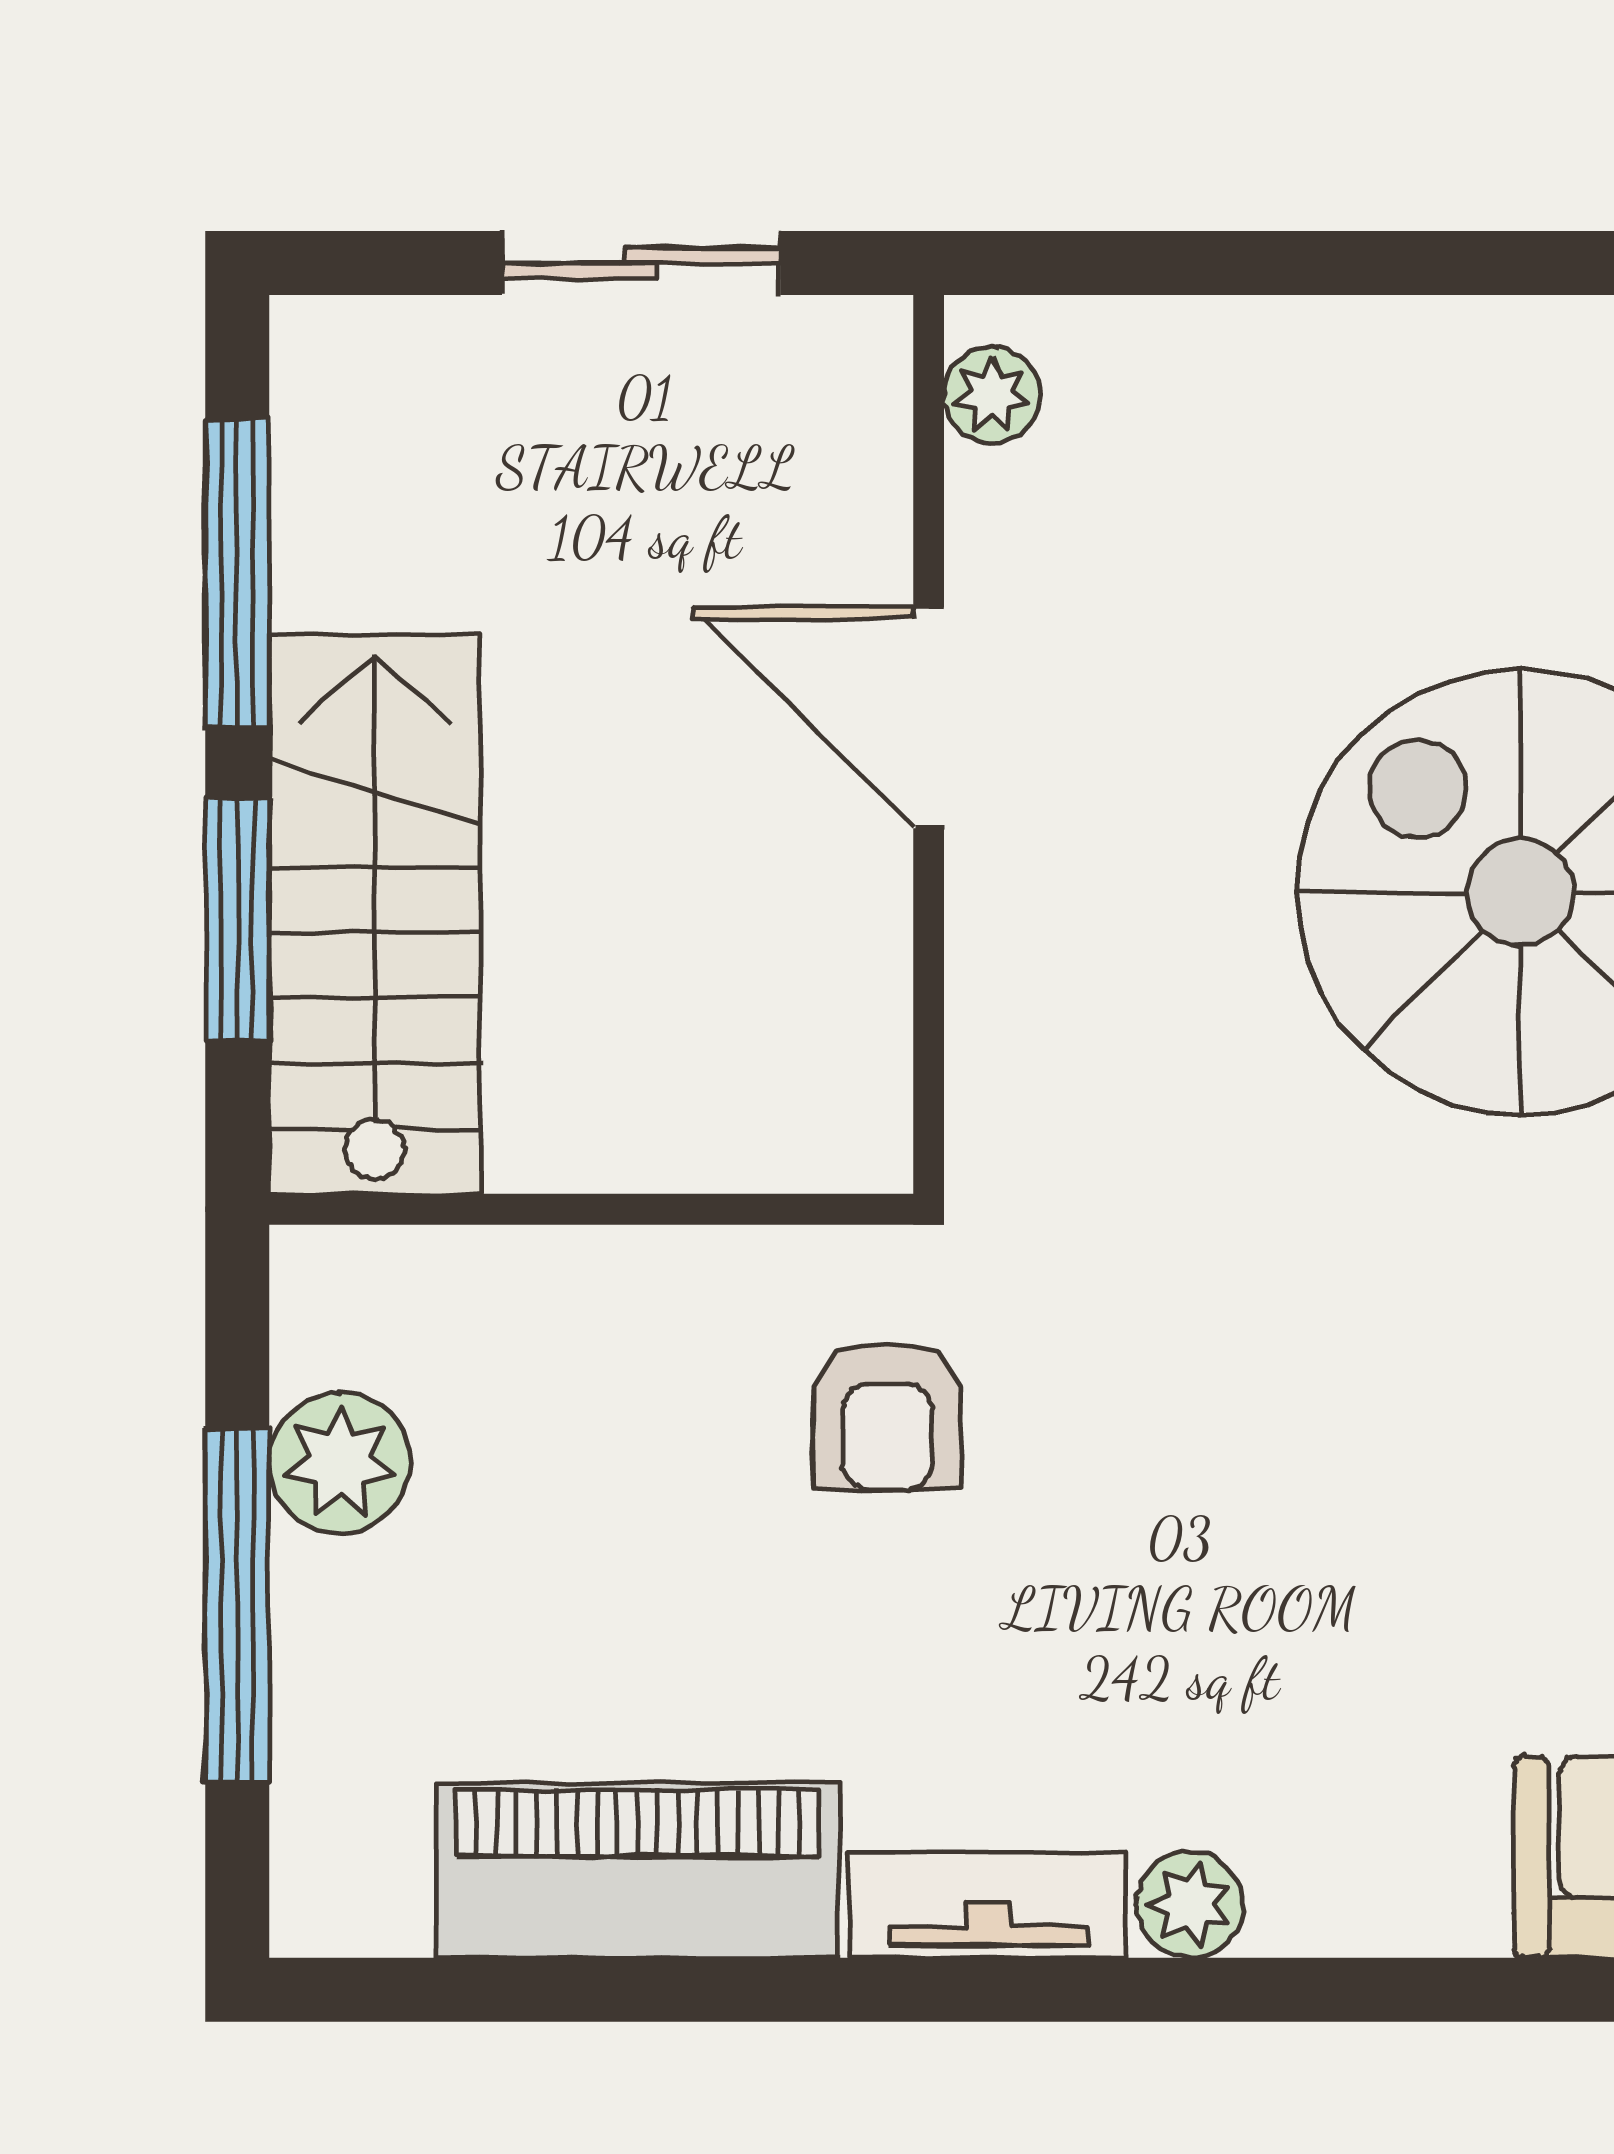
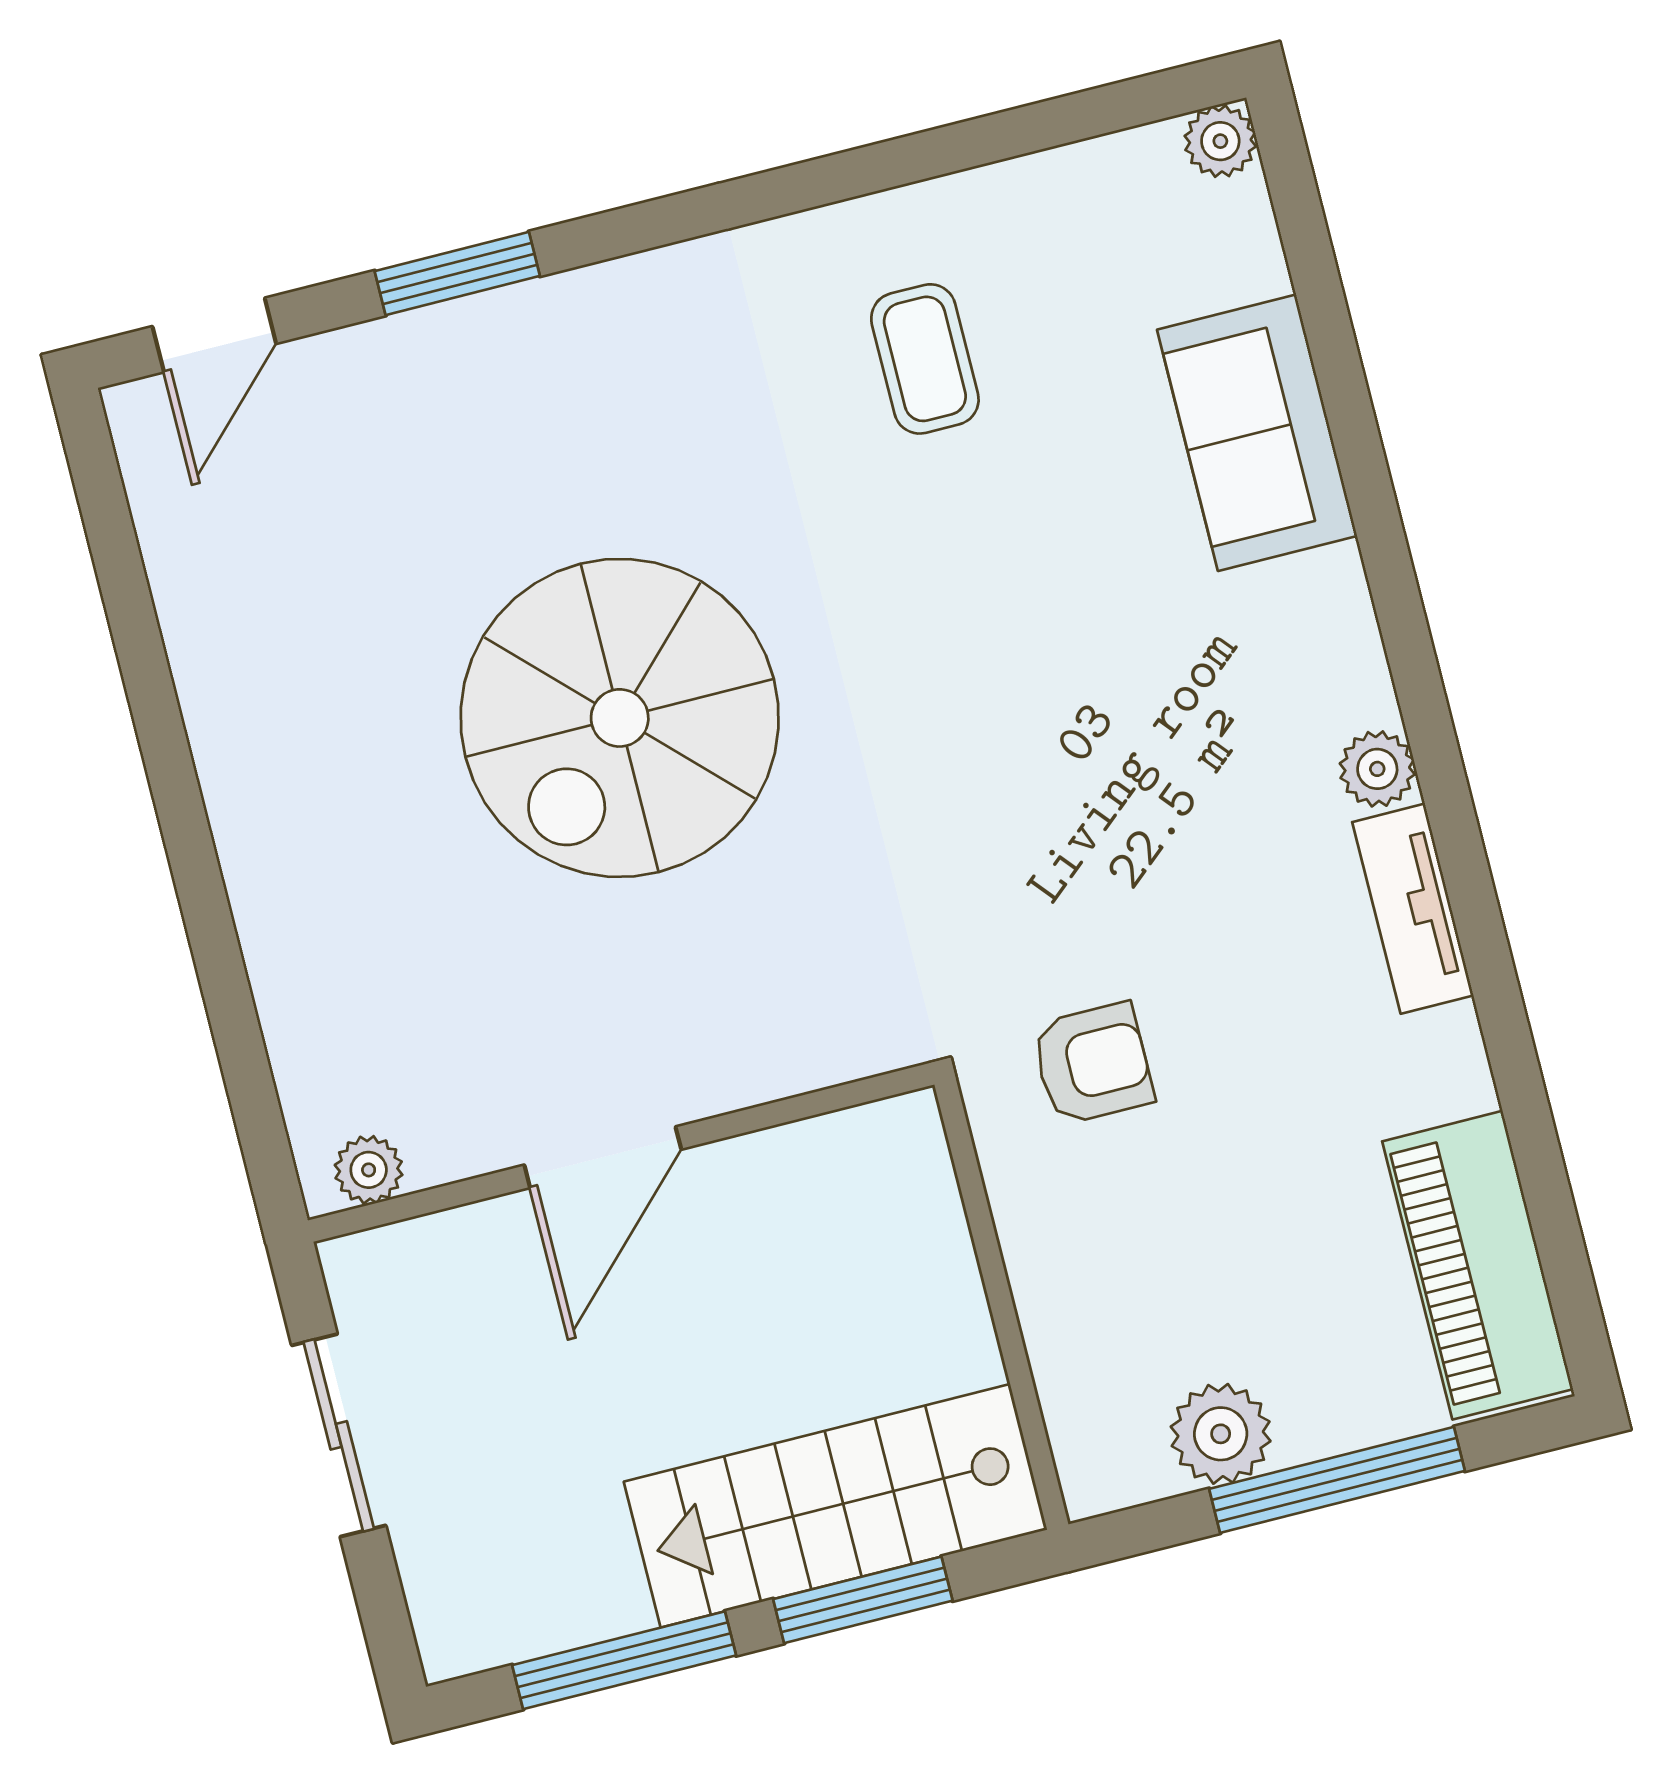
piano: (637, 1870) -> (1478, 1265), moved

